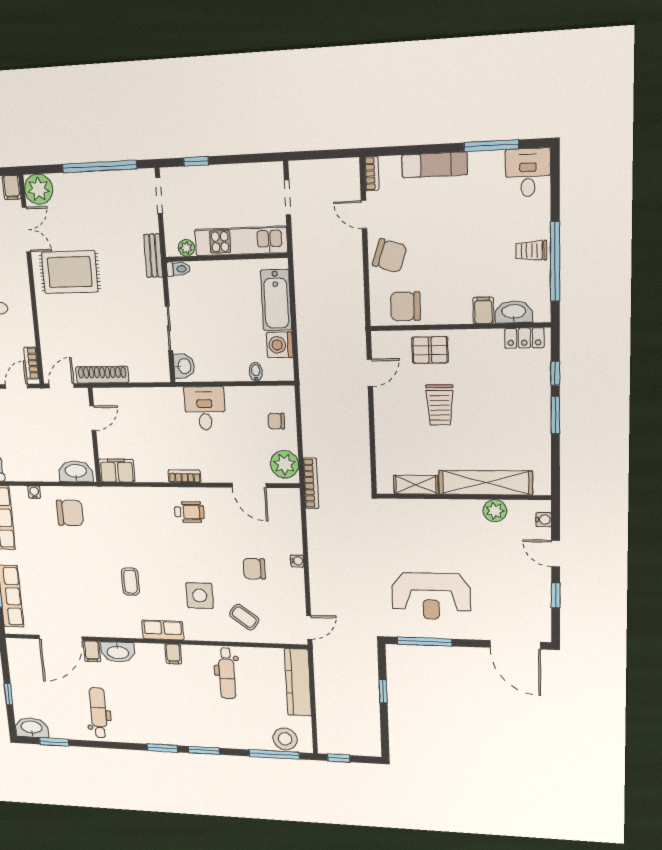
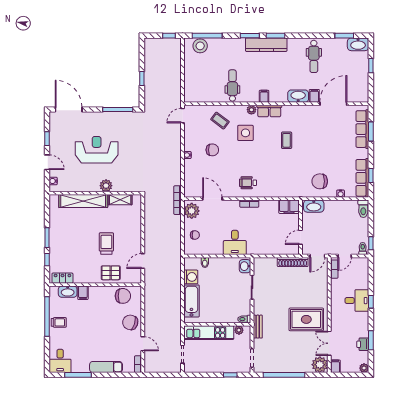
plant: (495, 511) -> (106, 186), moved
reception desk: (431, 596) -> (97, 150), moved
plant: (192, 633) -> (251, 110), added
kitchen counter: (298, 682) -> (266, 45), moved, turned 90

